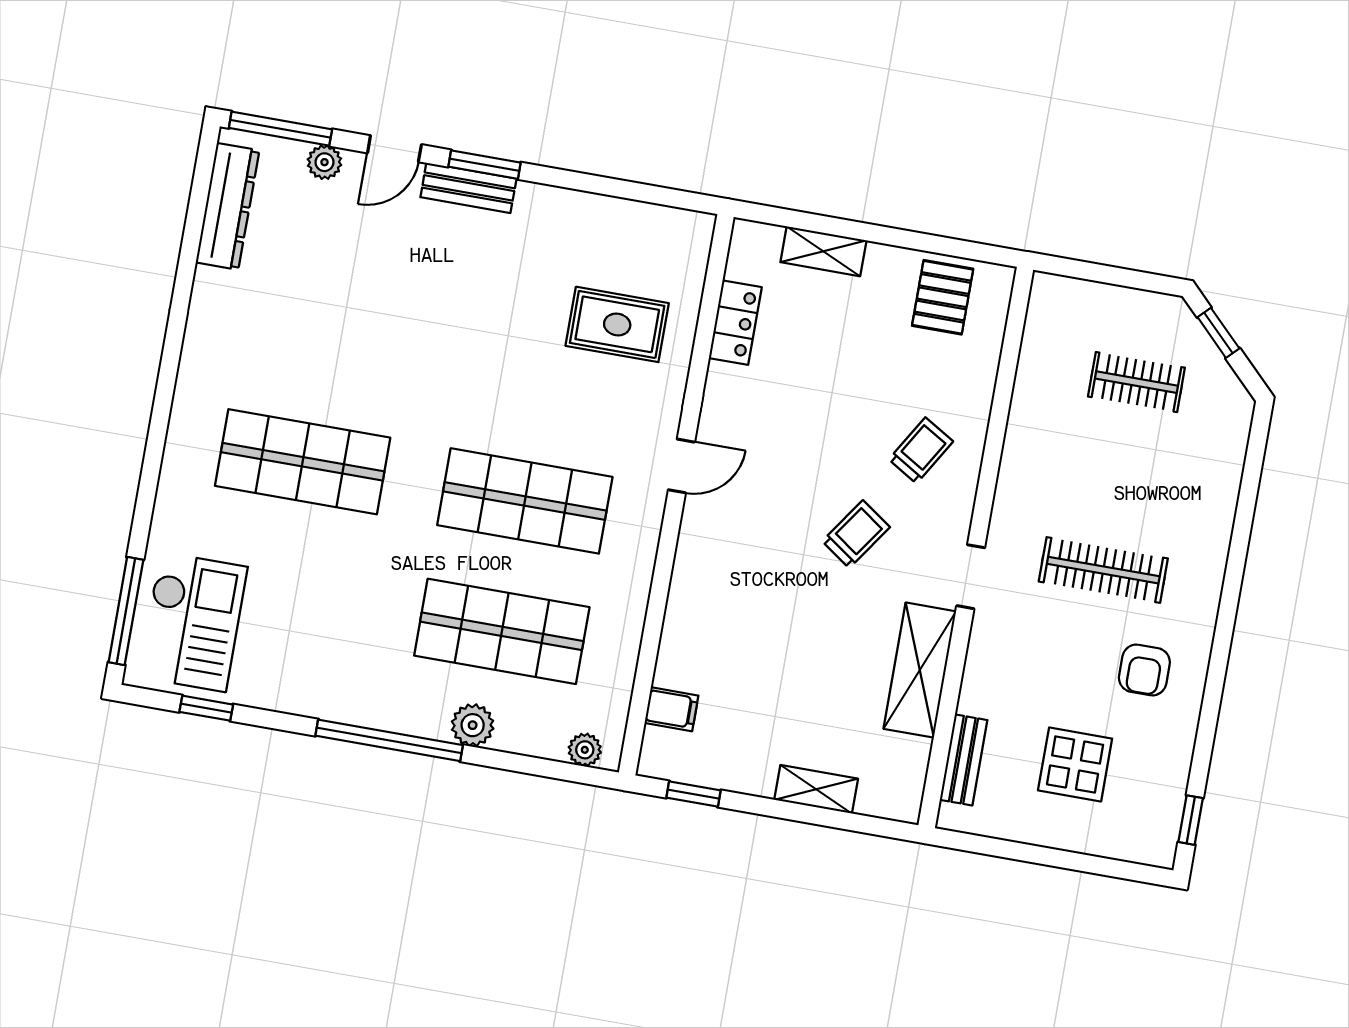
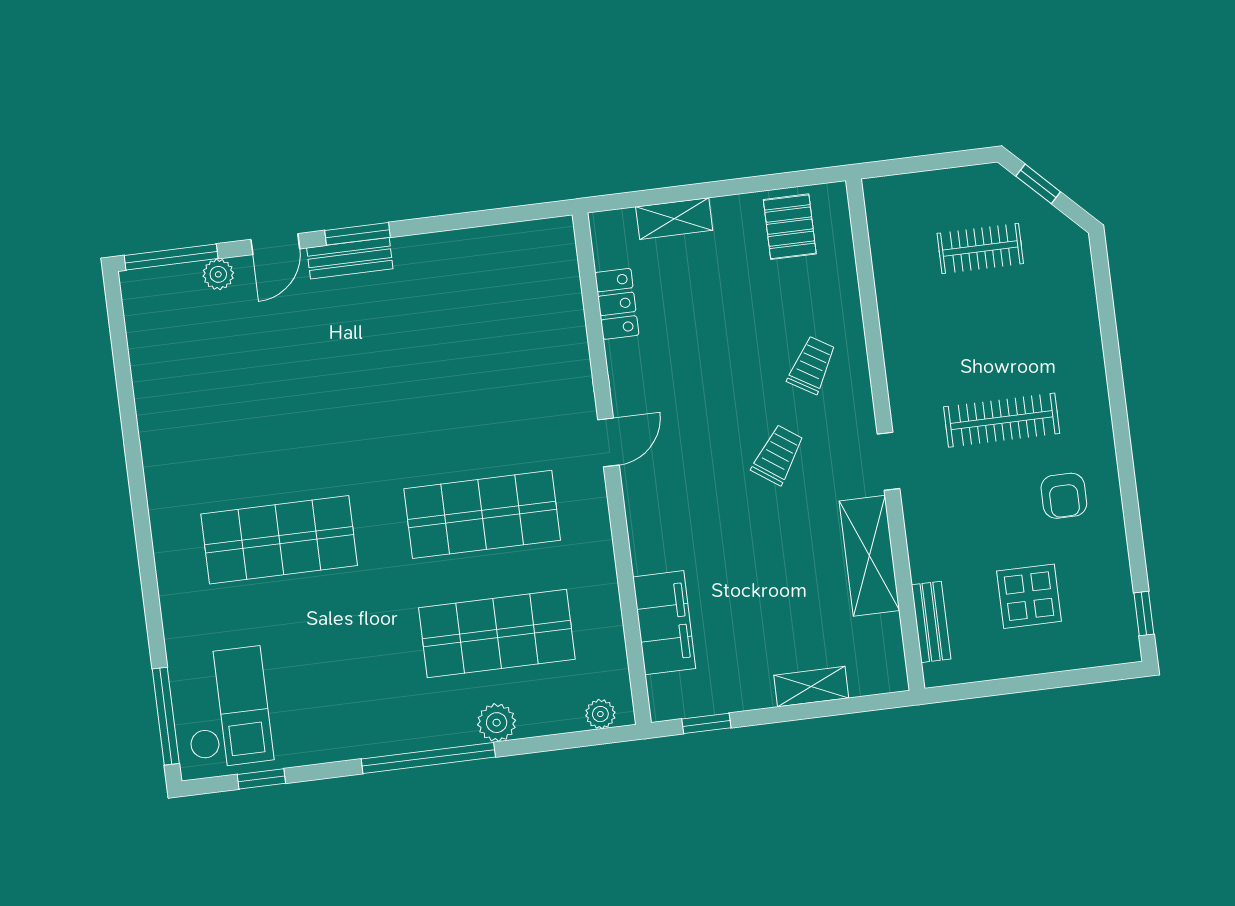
dresser: (228, 206) -> (146, 338), removed
rug: (617, 324) -> (515, 337), removed
filing cabinet: (671, 709) -> (664, 623), width x3.00, depth x1.17

